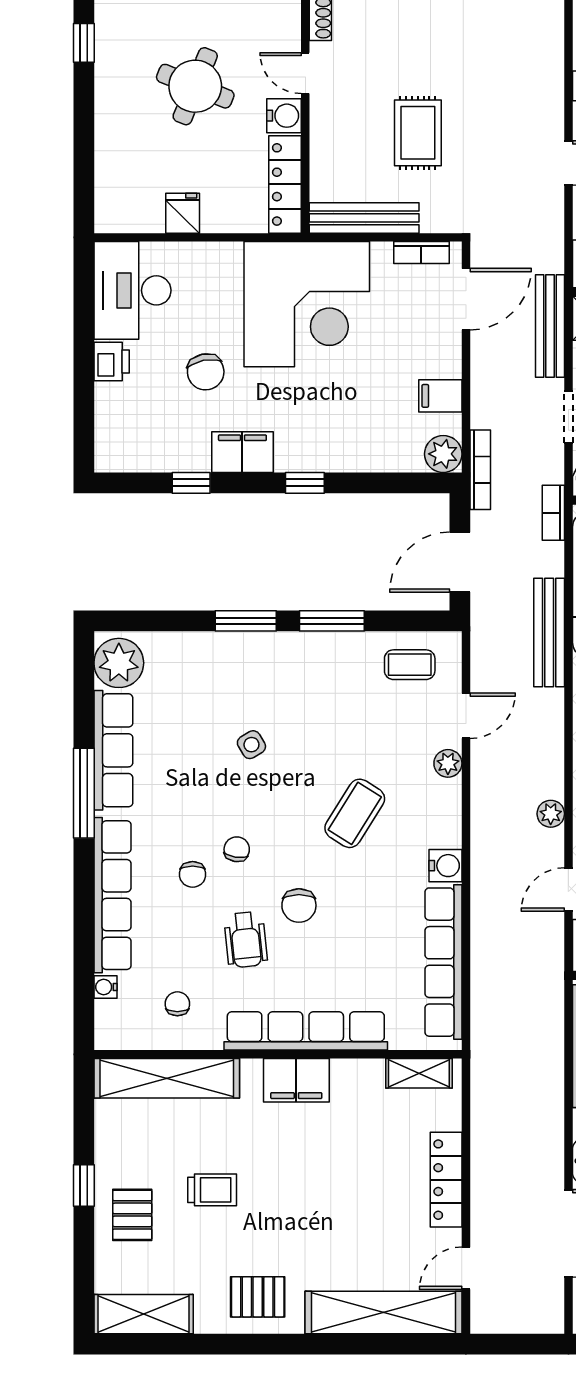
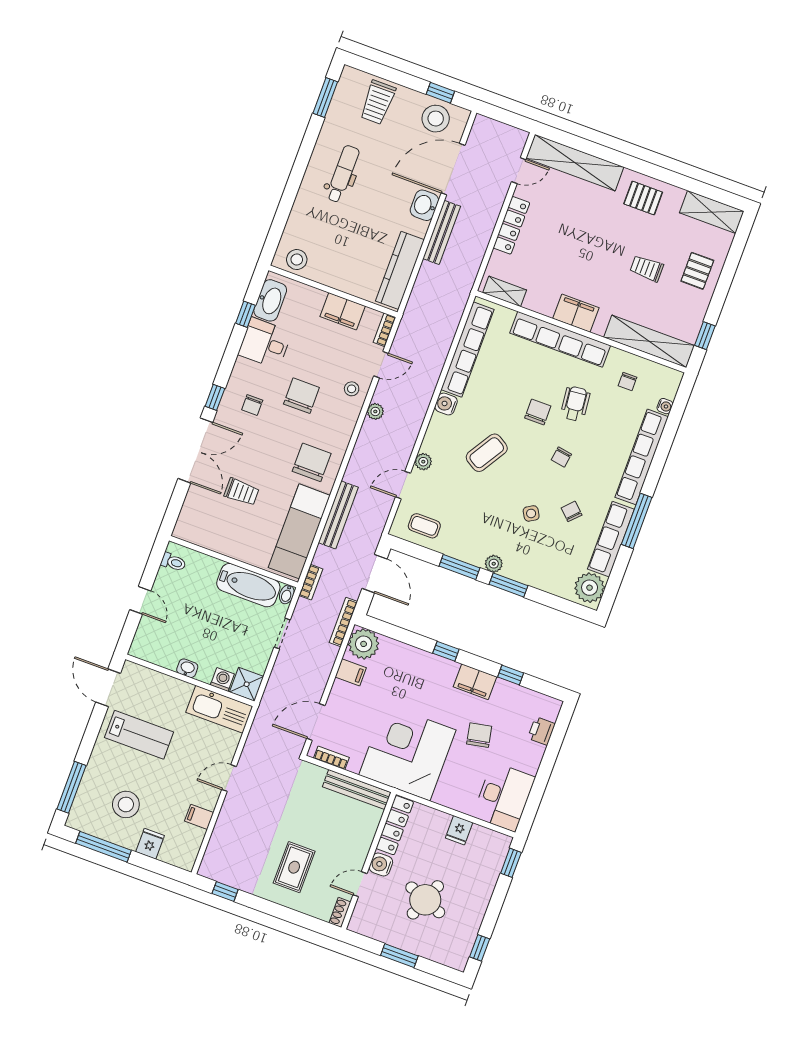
door: (305, 73) -> (360, 884), swing flipped
rug: (418, 133) -> (294, 867), moved
window: (84, 192) -> (511, 863), added
bench: (550, 326) -> (442, 232), moved
printer: (112, 361) -> (541, 731), moved
plant: (443, 454) -> (364, 644), width x1.36, depth x1.36
door: (460, 562) -> (374, 574), hinge flipped
plant: (281, 646) -> (494, 564), added
chair: (193, 874) -> (572, 511), moved, turned -46
window: (84, 1186) -> (705, 336), moved

